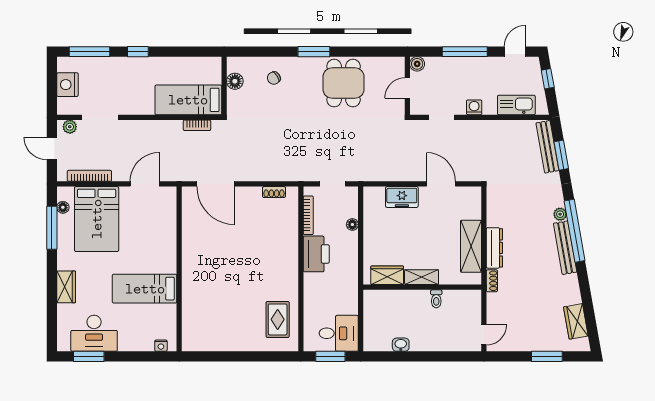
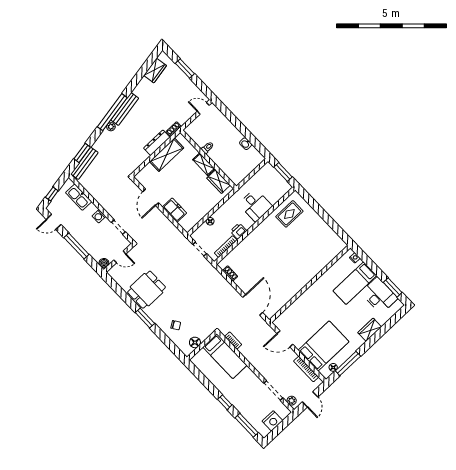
printer: (316, 254) -> (238, 231), width x0.53, depth x0.68
bed: (145, 289) -> (355, 283), moved, turned 90
desk: (339, 333) -> (255, 205), moved, turned 180

